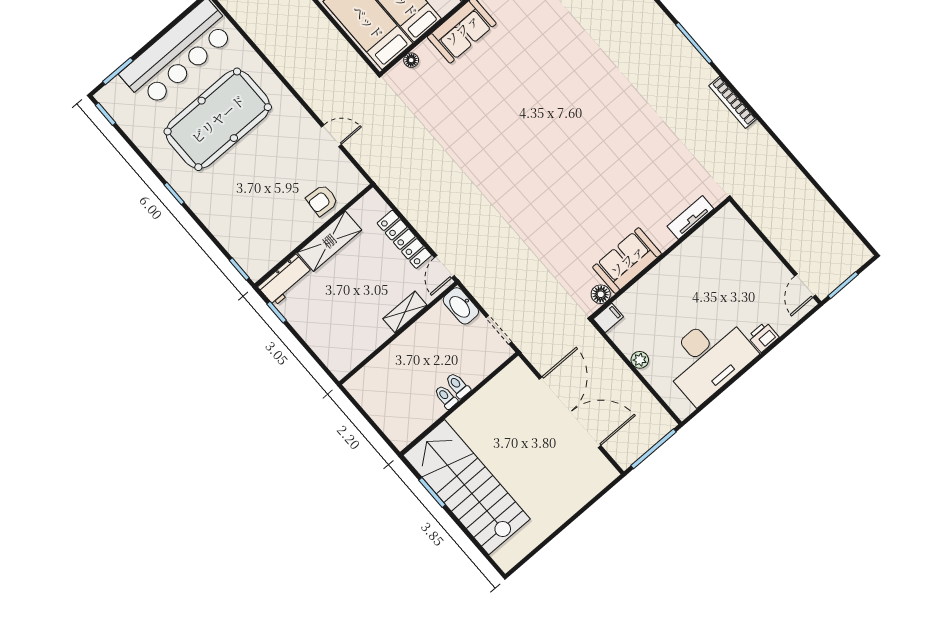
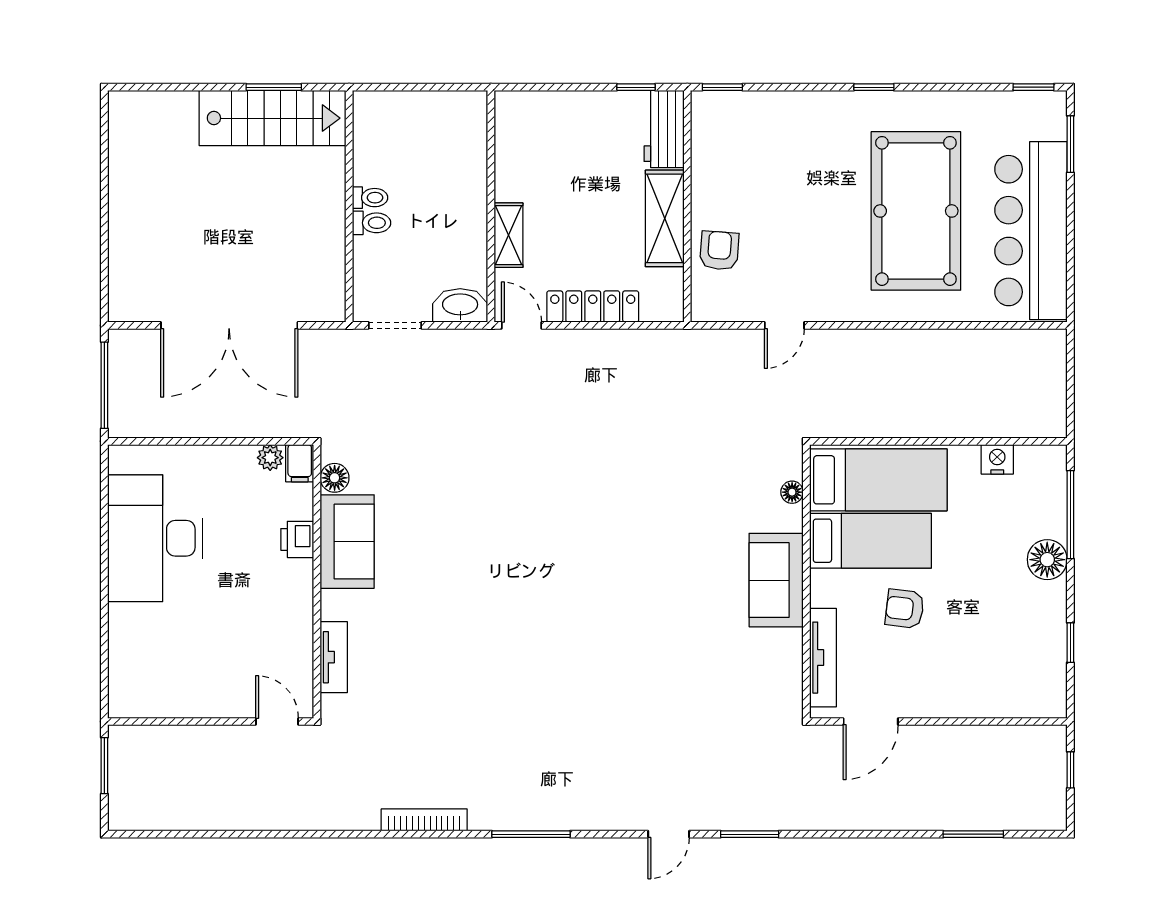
door: (805, 286) -> (277, 721), moved
printer: (763, 337) -> (297, 539), moved, turned 180
plant: (640, 360) -> (270, 458), moved
stairs: (467, 487) -> (273, 118), width x0.73, depth x0.66

